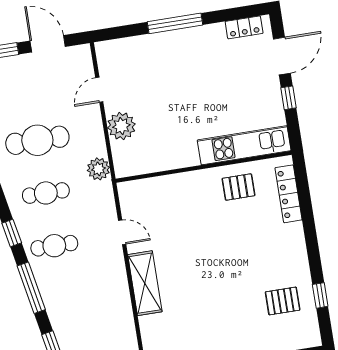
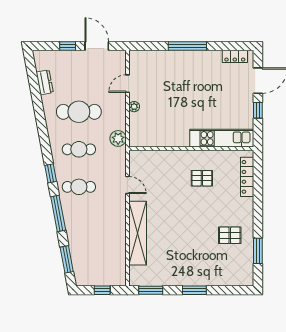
plant: (121, 126) -> (134, 107), width x0.53, depth x0.53
pallet: (238, 187) -> (202, 178), moved
shelving: (145, 283) -> (138, 233), width x1.47
window: (320, 295) -> (258, 251), width x1.50
pallet: (283, 301) -> (230, 235), moved

